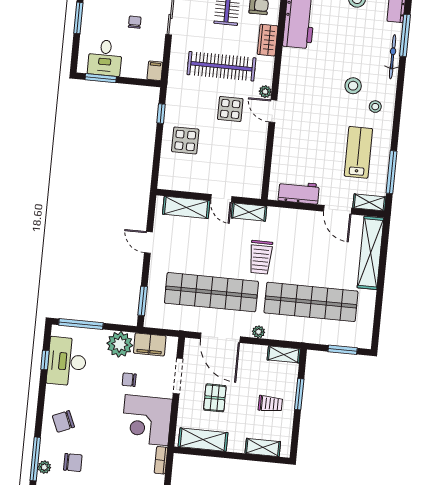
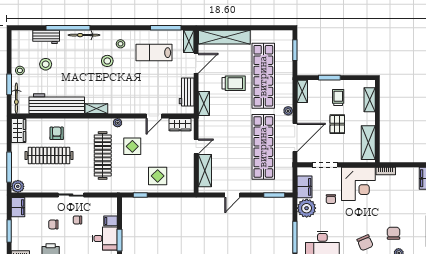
window: (405, 35) -> (68, 28), width x1.46
wardrobe: (268, 40) -> (180, 125), moved
shelving: (288, 64) -> (96, 109), added
filing cabinet: (155, 71) -> (110, 221), moved
door: (273, 111) -> (154, 116), moved
shelving: (249, 212) -> (204, 104), moved
trolley: (261, 257) -> (234, 83), moved
pallet: (215, 398) -> (337, 124), moved, turned 90

